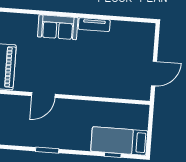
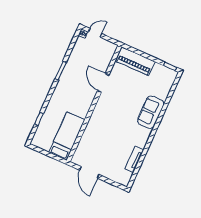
tv unit: (94, 25) -> (134, 159), moved
bed: (119, 141) -> (67, 136), moved

